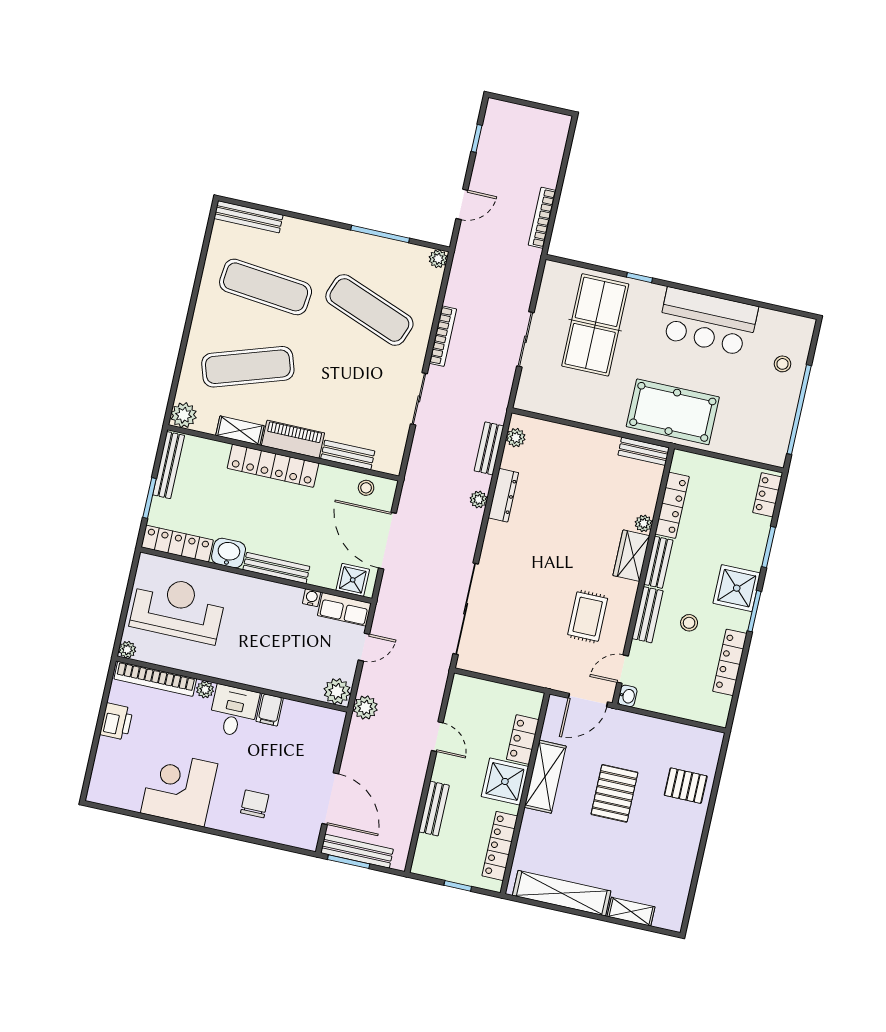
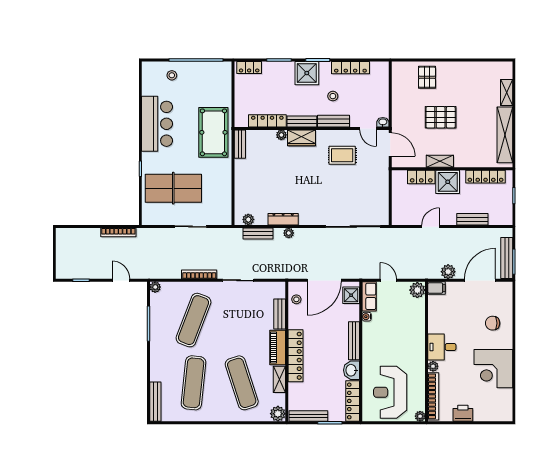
plant: (365, 707) -> (448, 272), moved
filing cabinet: (270, 710) -> (436, 288), moved
shelving: (545, 777) -> (440, 161), width x0.67, depth x0.75

